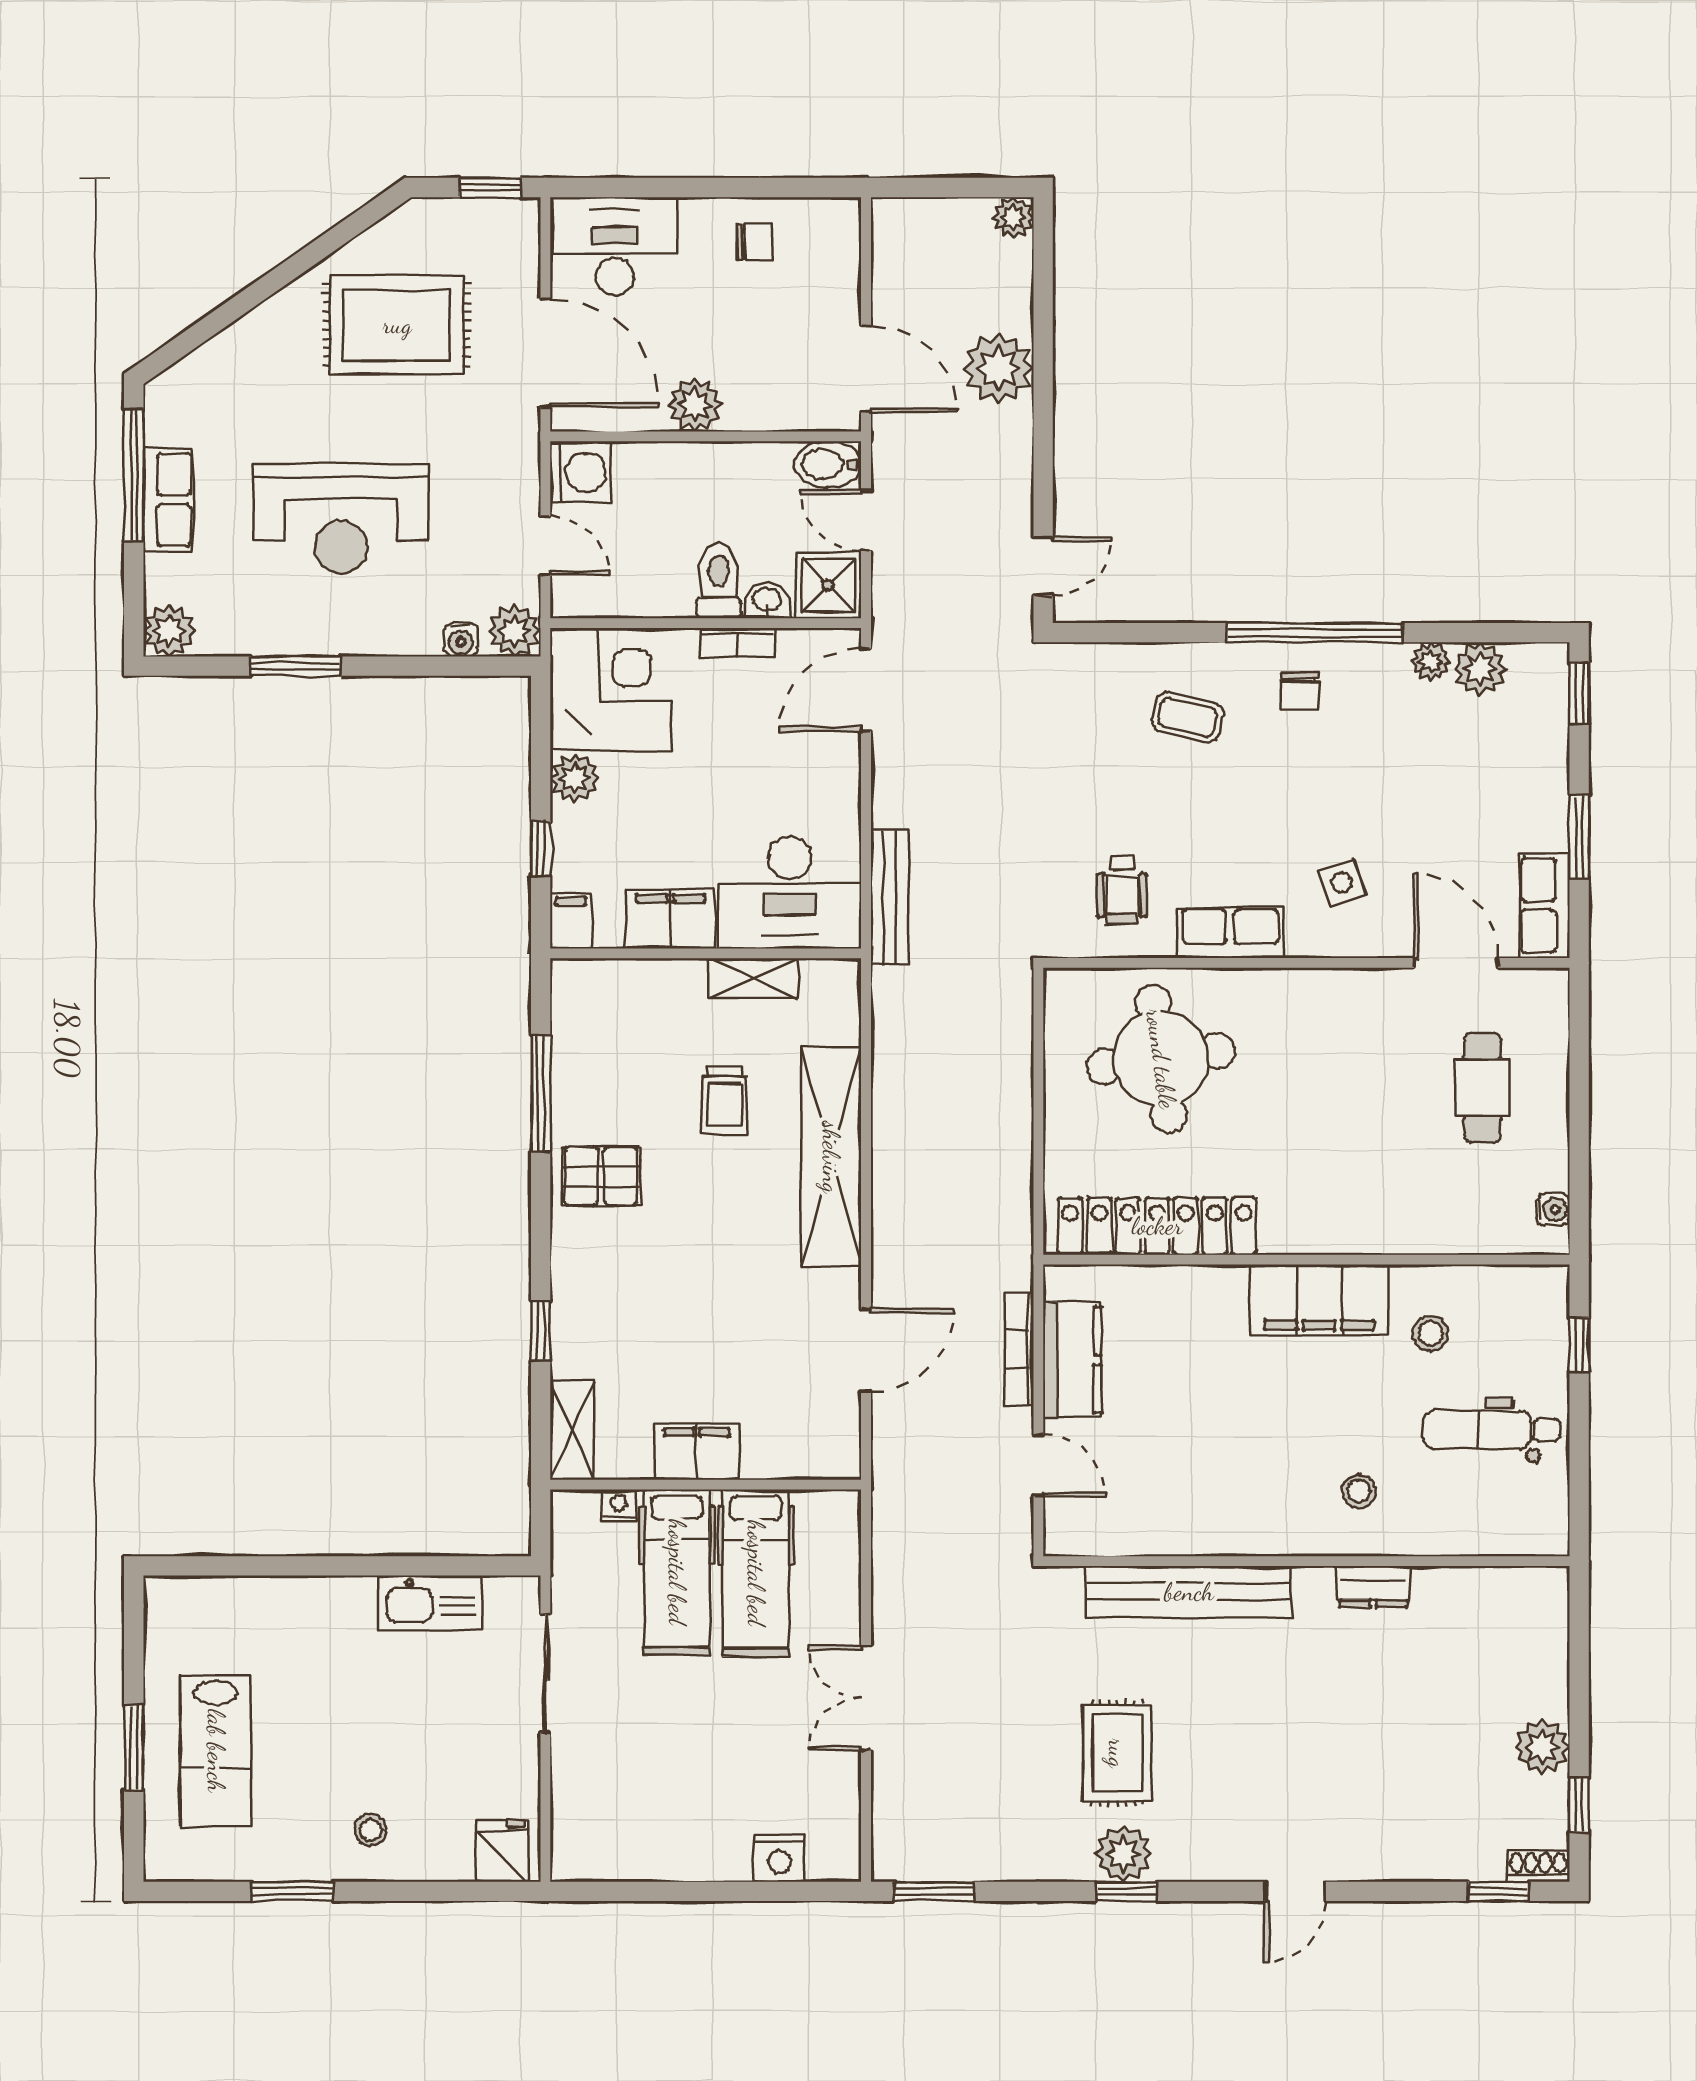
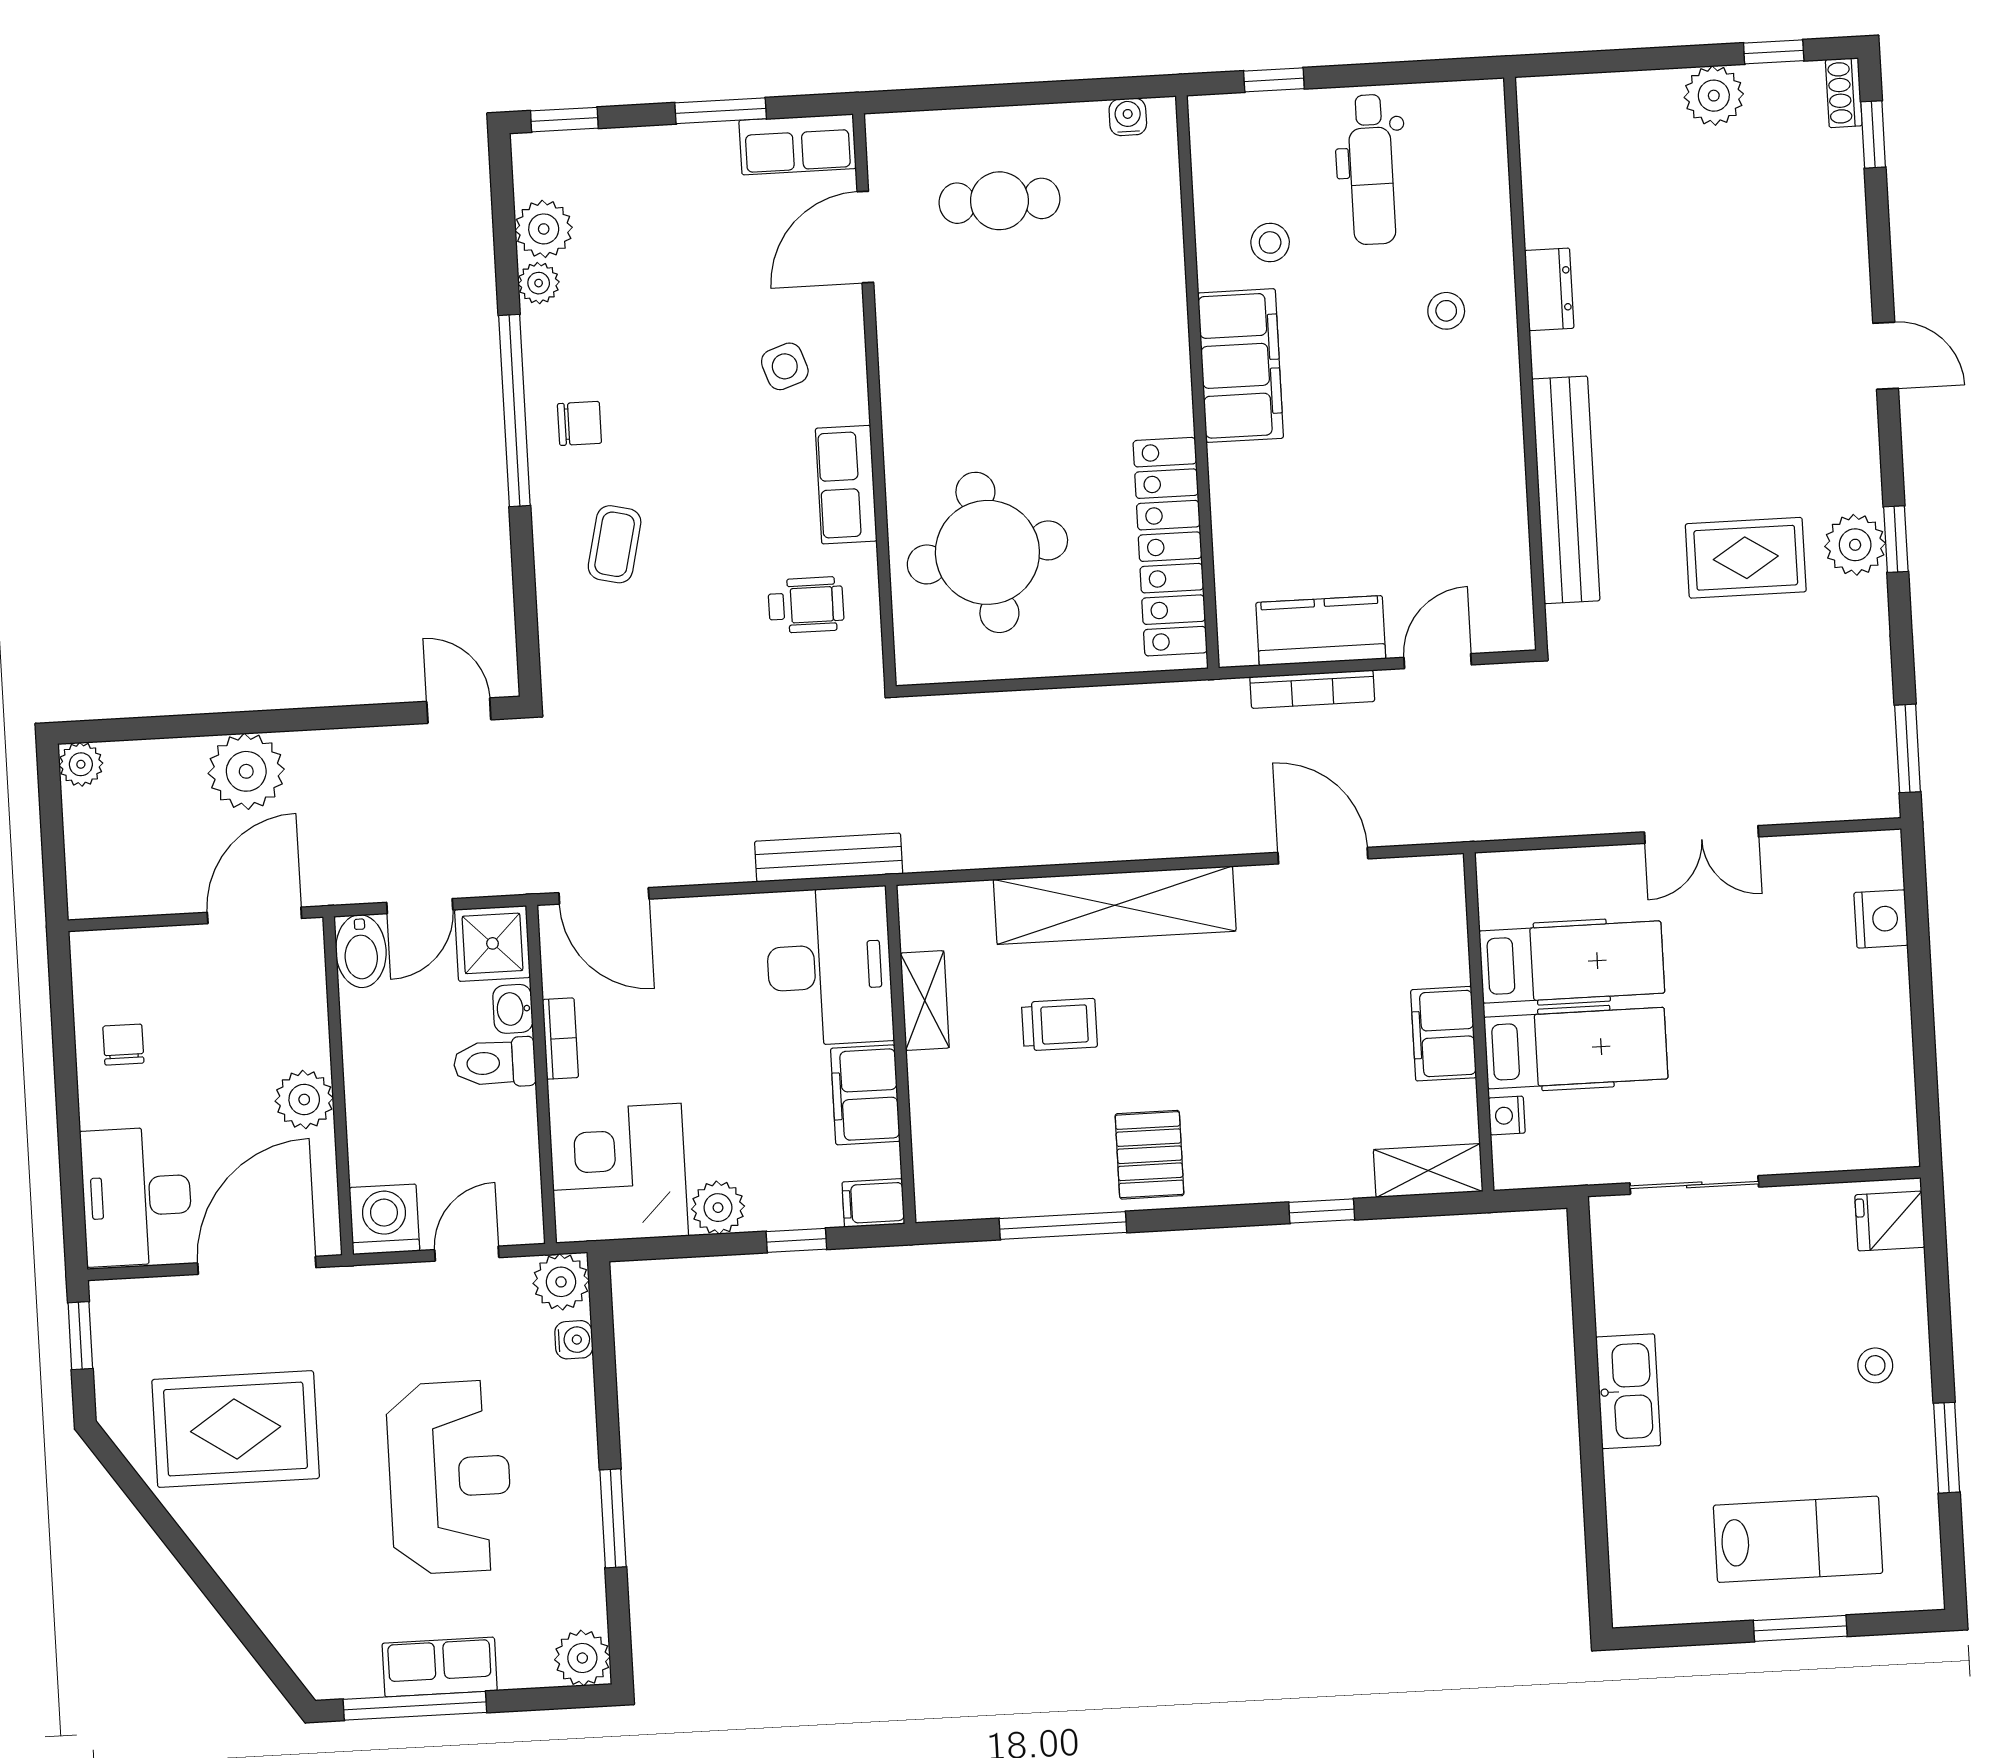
rug: (397, 325) -> (236, 1429), turned 90
kitchen sink: (430, 1603) -> (1628, 1391), moved

